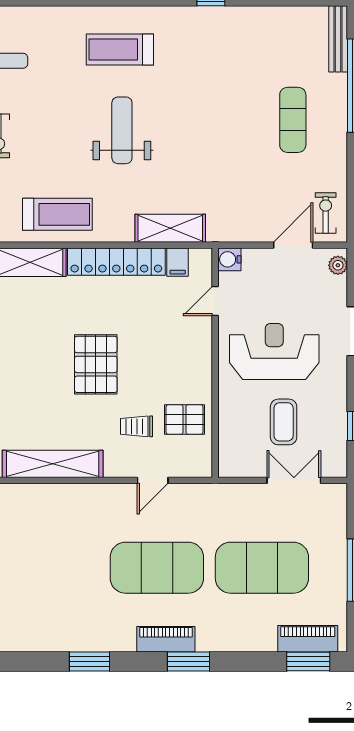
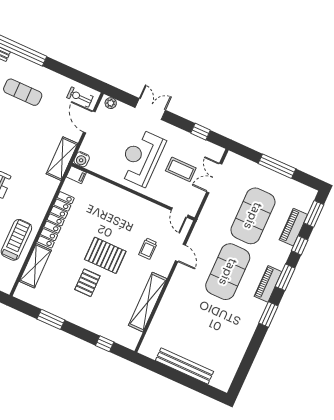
shelving: (170, 228) -> (62, 159), moved
filing cabinet: (178, 262) -> (76, 175), moved
door: (215, 301) -> (180, 213), moved
pallet: (184, 420) -> (87, 283), moved
piano: (308, 639) -> (293, 227), moved
window: (90, 662) -> (268, 314), moved
window: (249, 662) -> (300, 245), added

